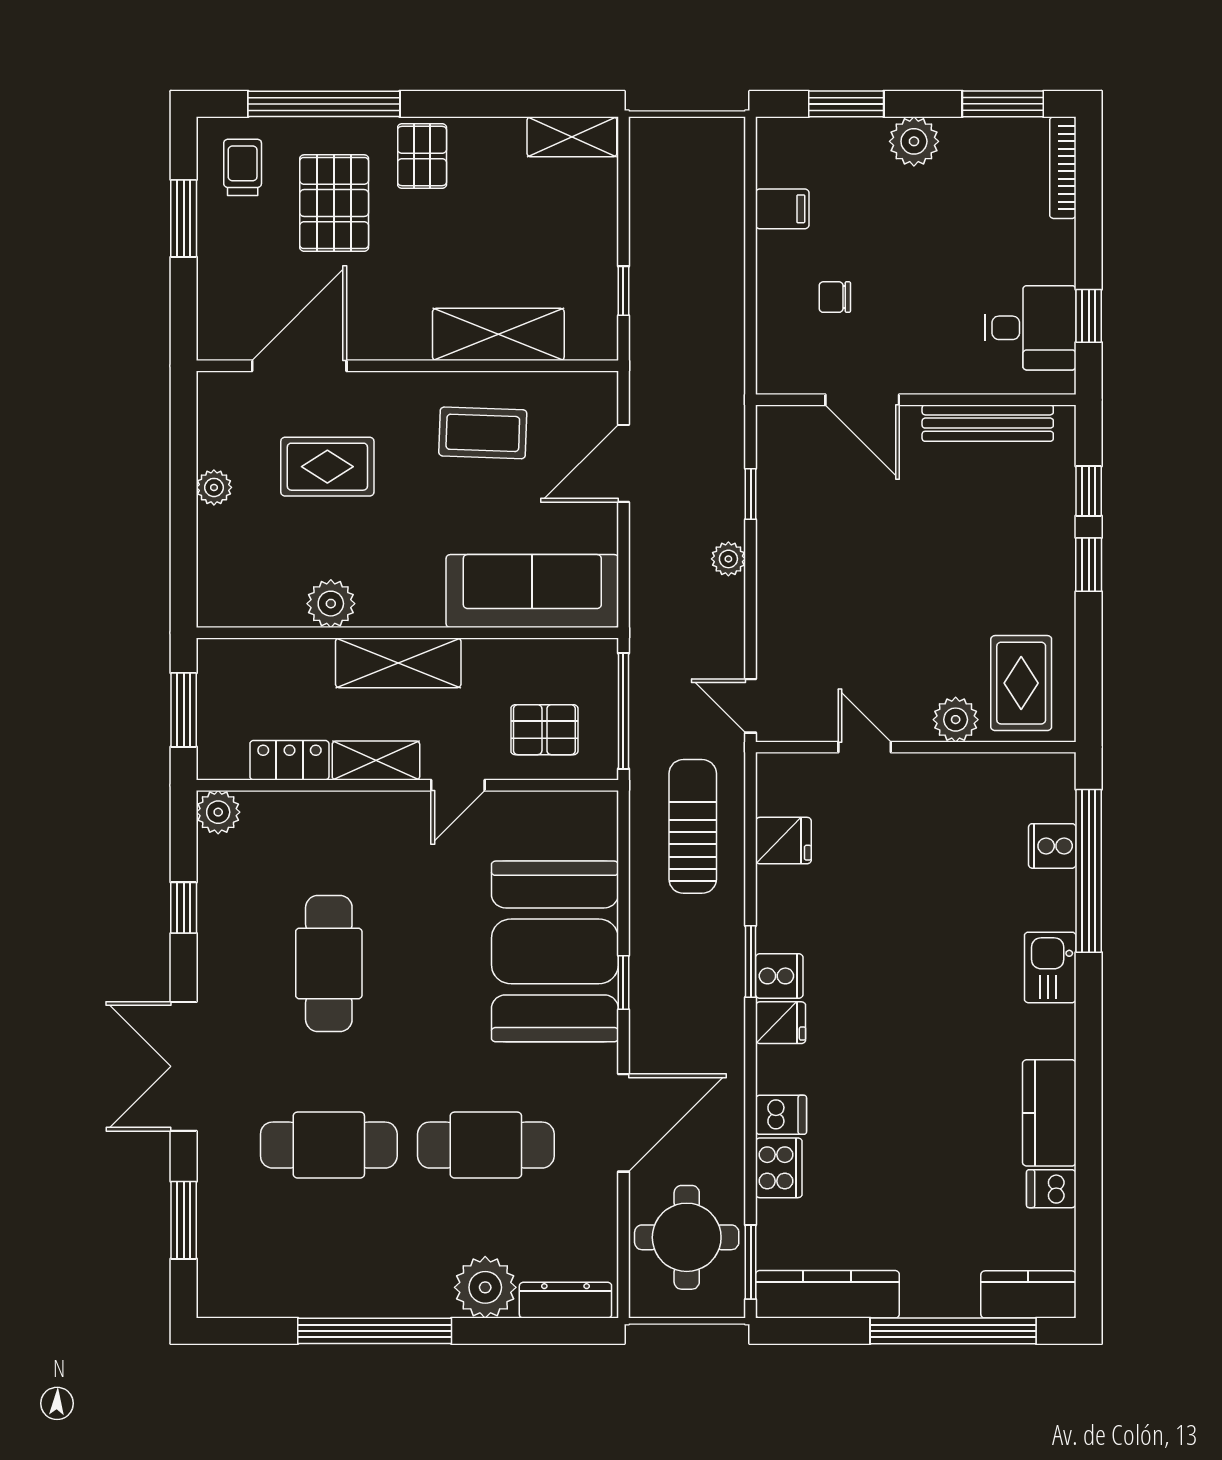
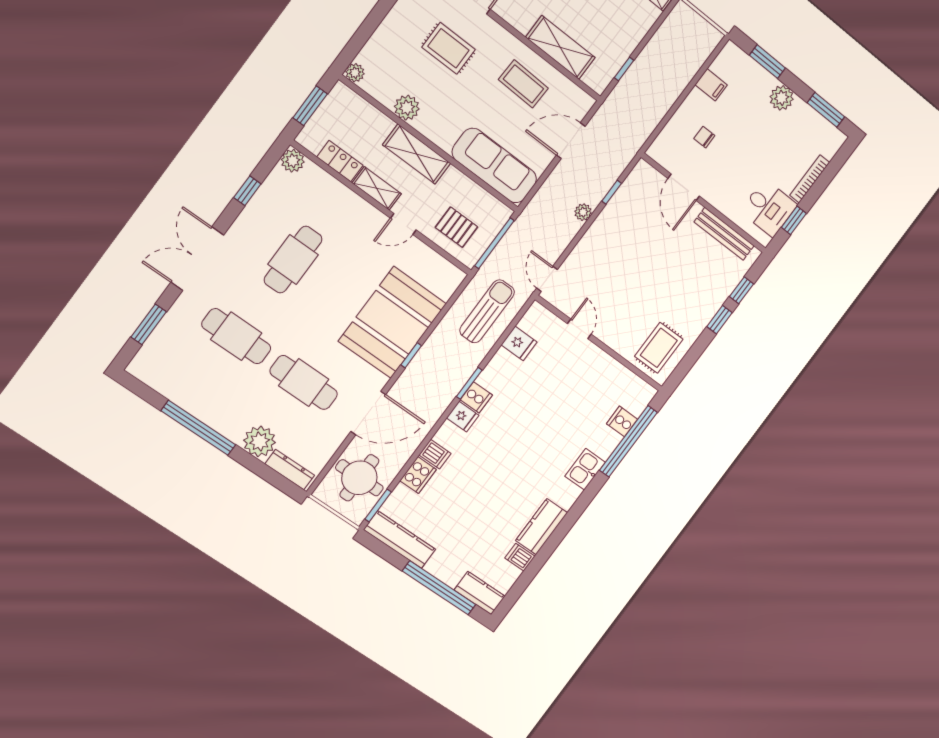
bookcase: (1063, 168) -> (810, 179), moved
plant: (214, 487) -> (355, 73), moved
plant: (956, 720) -> (623, 344), removed

